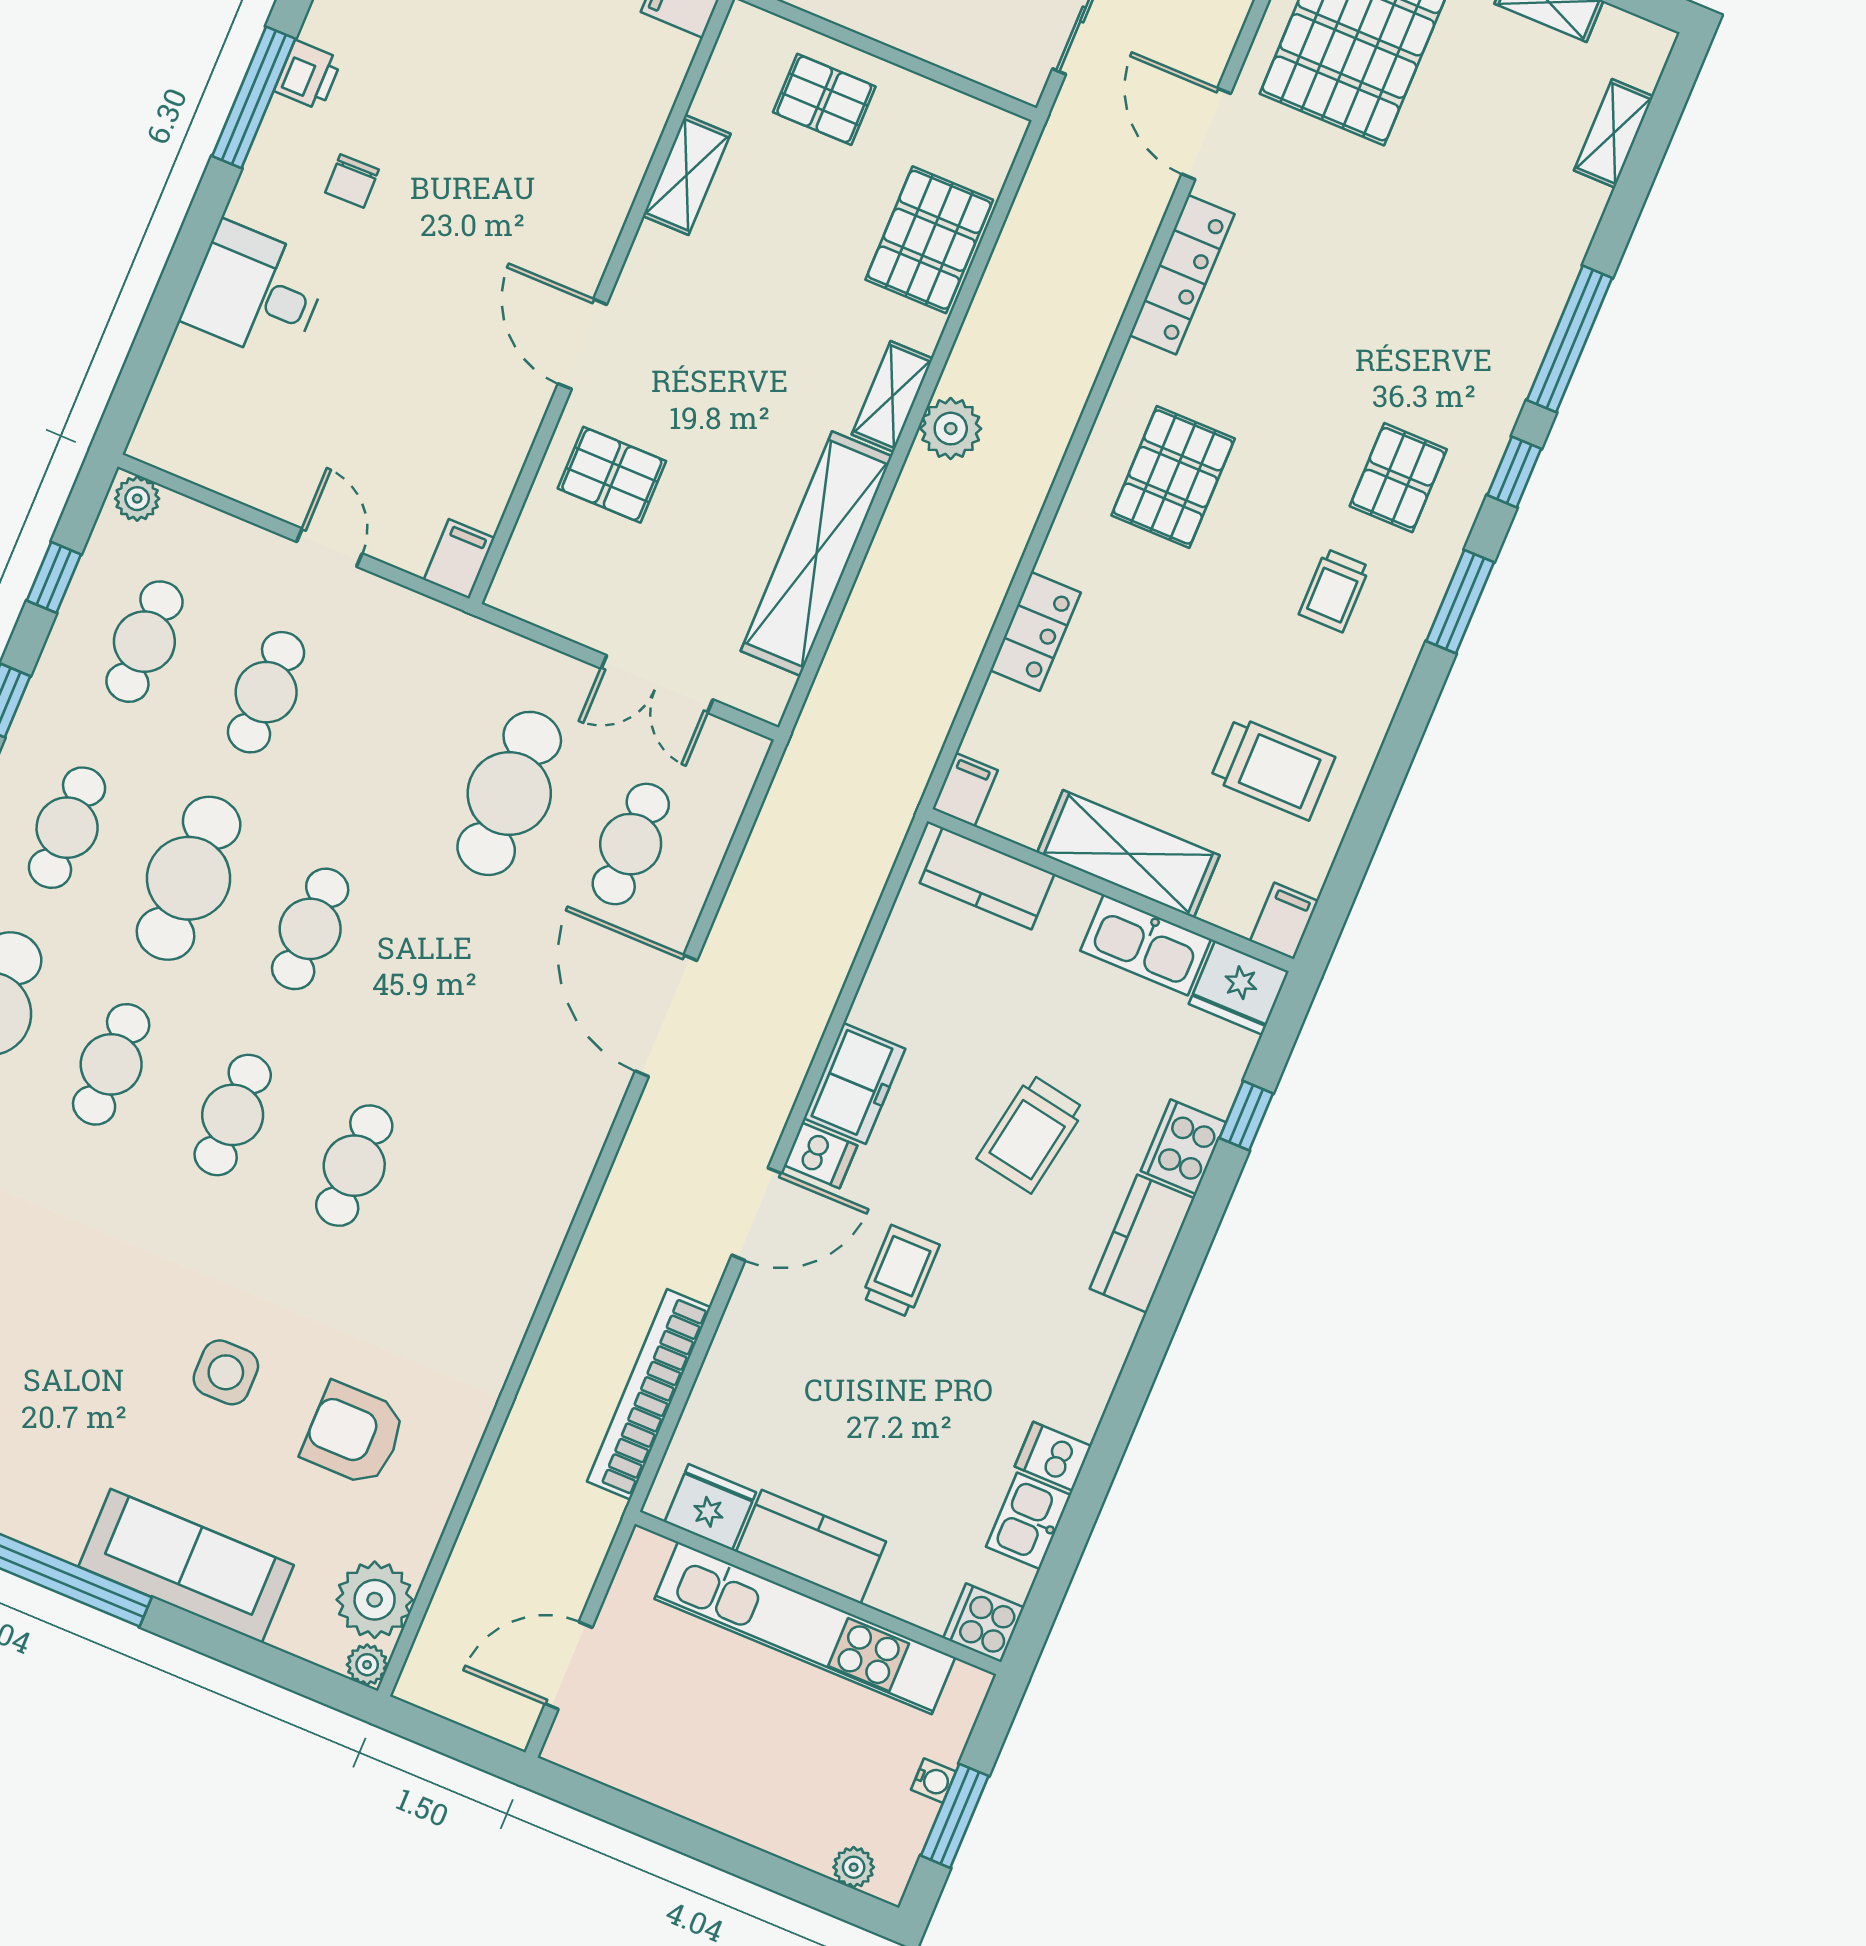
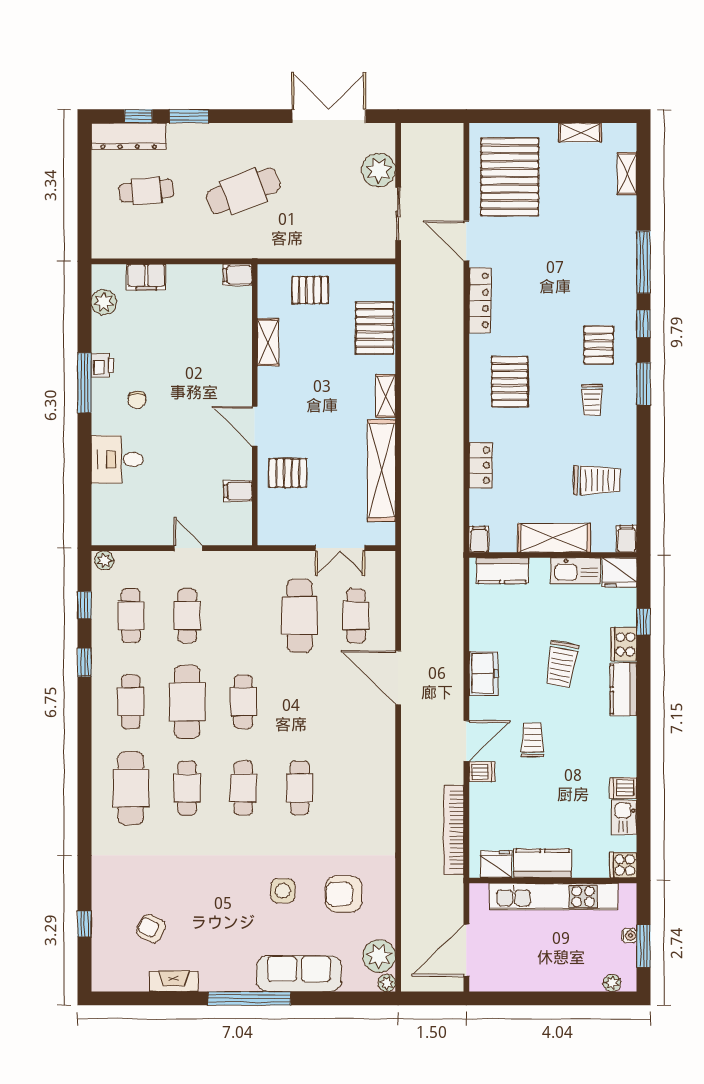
plant: (951, 429) -> (414, 399), removed
filing cabinet: (459, 559) -> (238, 491), moved, turned -90
dishwasher: (821, 1155) -> (482, 772), moved
door: (569, 1666) -> (466, 950), width x1.36

